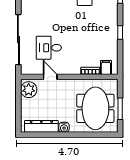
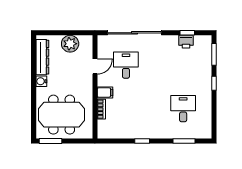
filing cabinet: (106, 67) -> (105, 92), moved
plant: (29, 90) -> (70, 44), moved
window: (120, 109) -> (50, 141), moved

